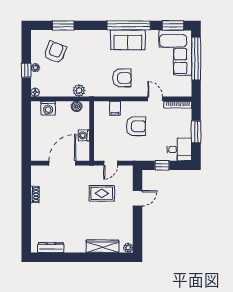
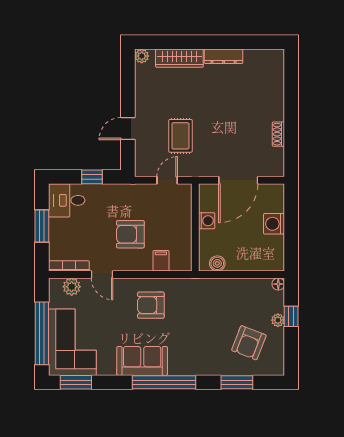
window: (129, 25) -> (164, 382), moved
plant: (79, 90) -> (72, 287), moved
washing machine: (48, 108) -> (274, 224), moved, turned -90
rug: (102, 193) -> (180, 136), turned 90
dresser: (51, 248) -> (224, 56), moved

